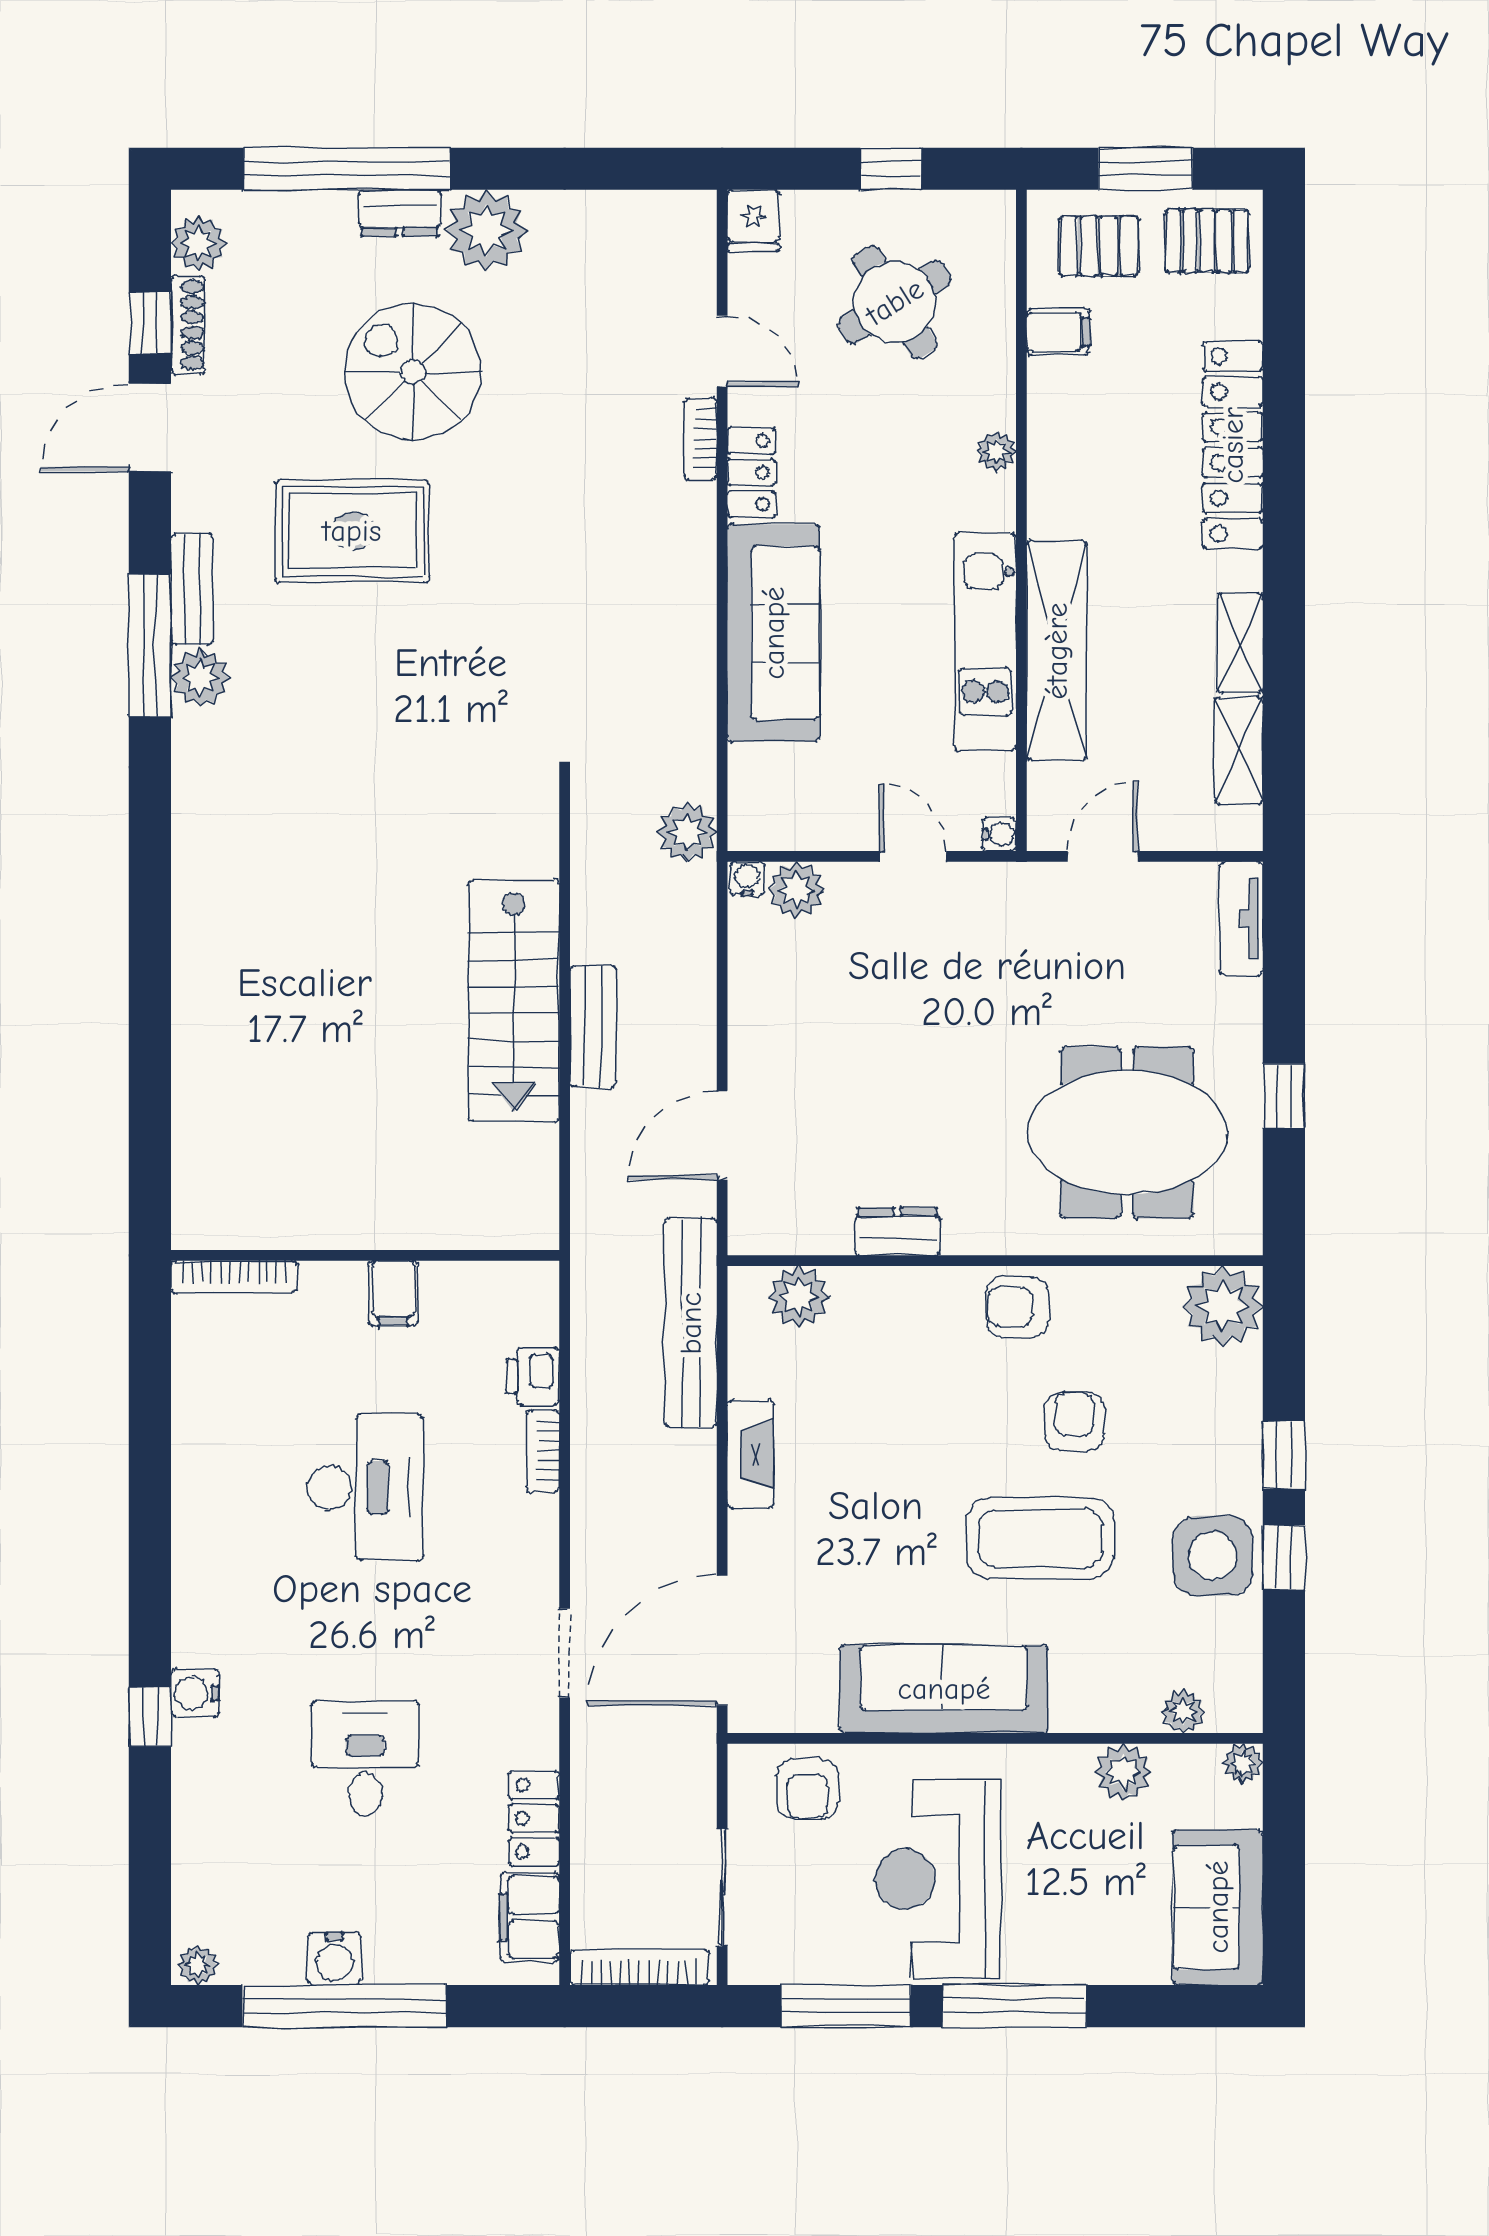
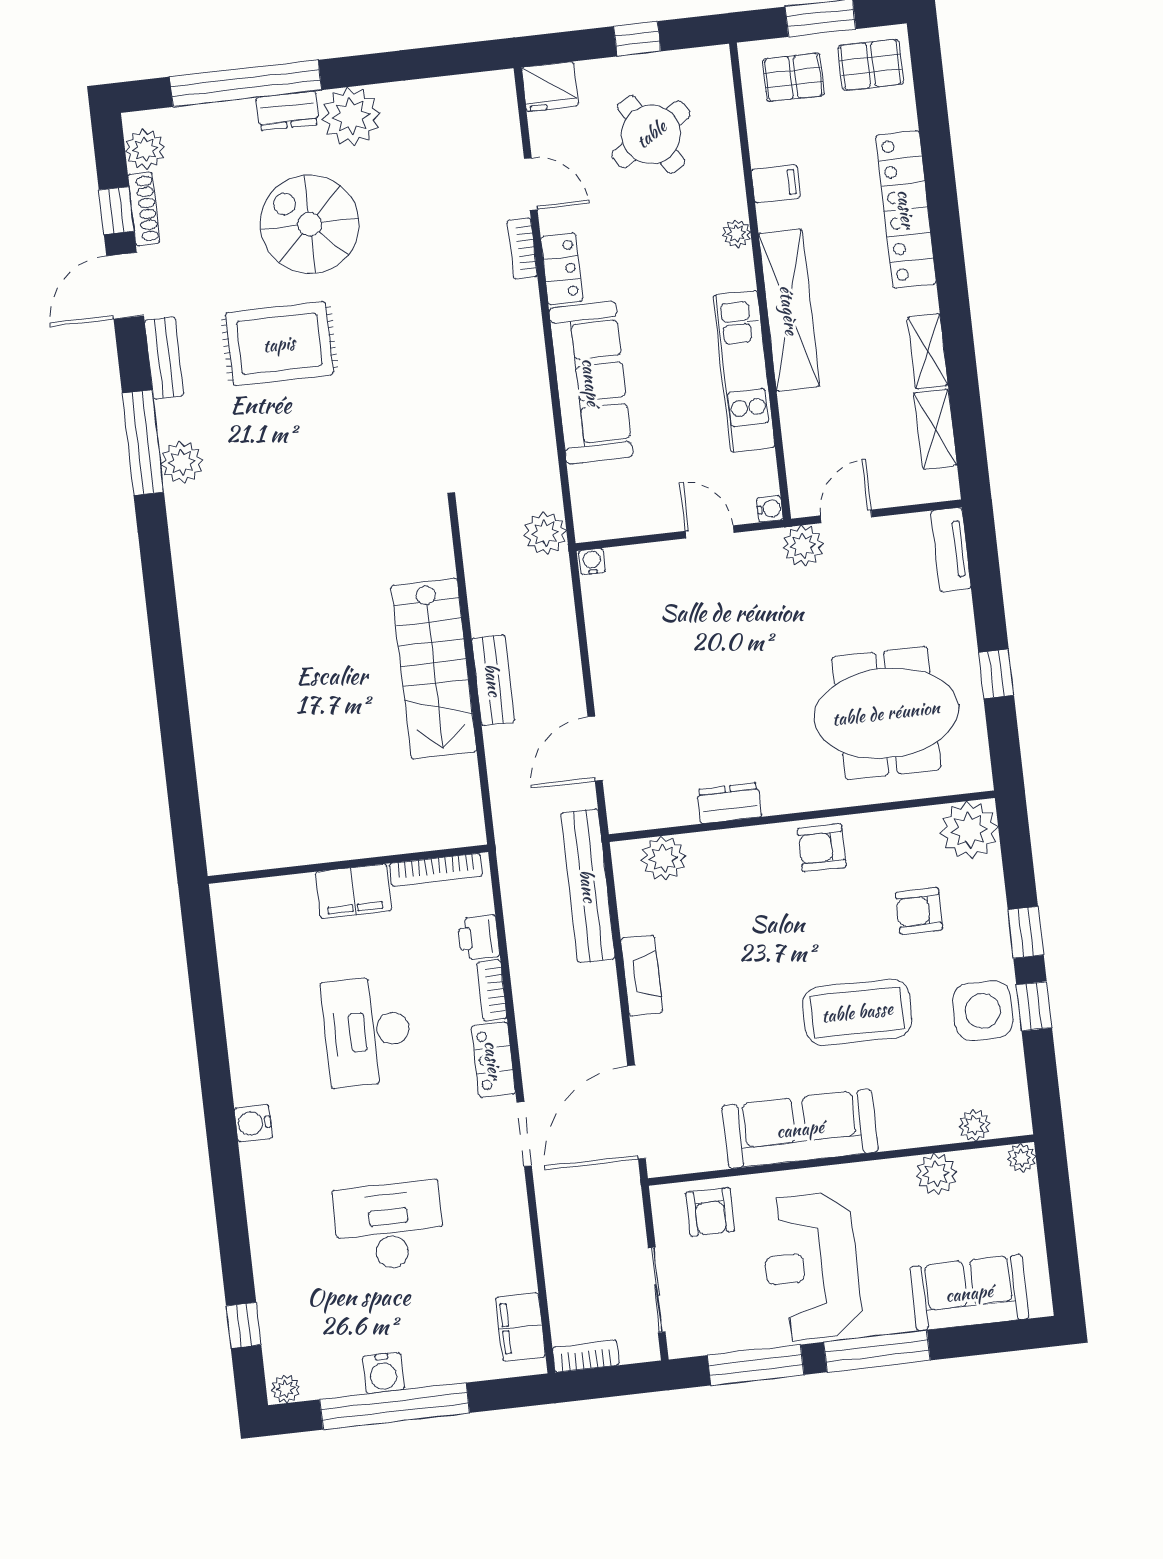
fridge: (753, 221) -> (550, 87), width x1.38
filing cabinet: (1058, 332) -> (776, 184), moved
bench: (192, 589) -> (164, 358), moved
shelving: (1057, 651) -> (789, 310), moved
plant: (796, 890) -> (803, 546), moved
bookcase: (234, 1277) -> (436, 870), moved
filing cabinet: (393, 1293) -> (353, 891), width x2.00
armchair: (1074, 1421) -> (919, 911), moved, turned -90
desk: (365, 1488) -> (367, 1031), turned 180
water cooler: (195, 1693) -> (253, 1123), moved
window: (150, 1717) -> (244, 1325), moved
desk: (365, 1758) -> (389, 1226), width x1.37
locker: (534, 1818) -> (493, 1060), moved
sofa: (1218, 1907) -> (969, 1293), moved, turned 90
bookcase: (640, 1967) -> (586, 1356), width x0.64

